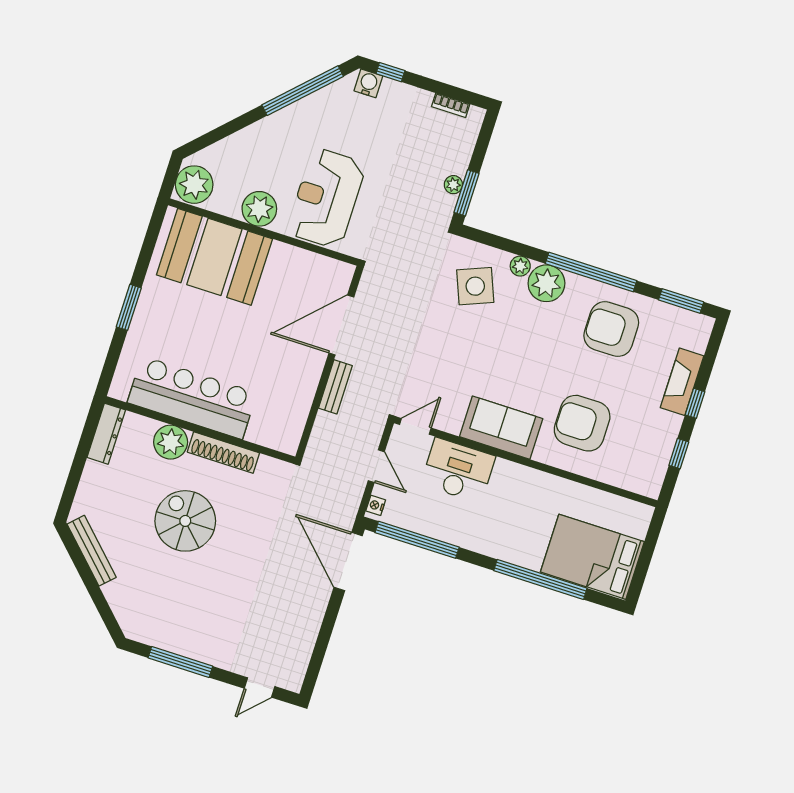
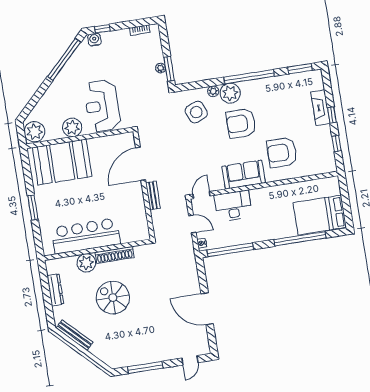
armchair: (611, 329) -> (241, 123), moved
dresser: (106, 434) -> (55, 290), moved
door: (348, 562) -> (207, 309), moved

